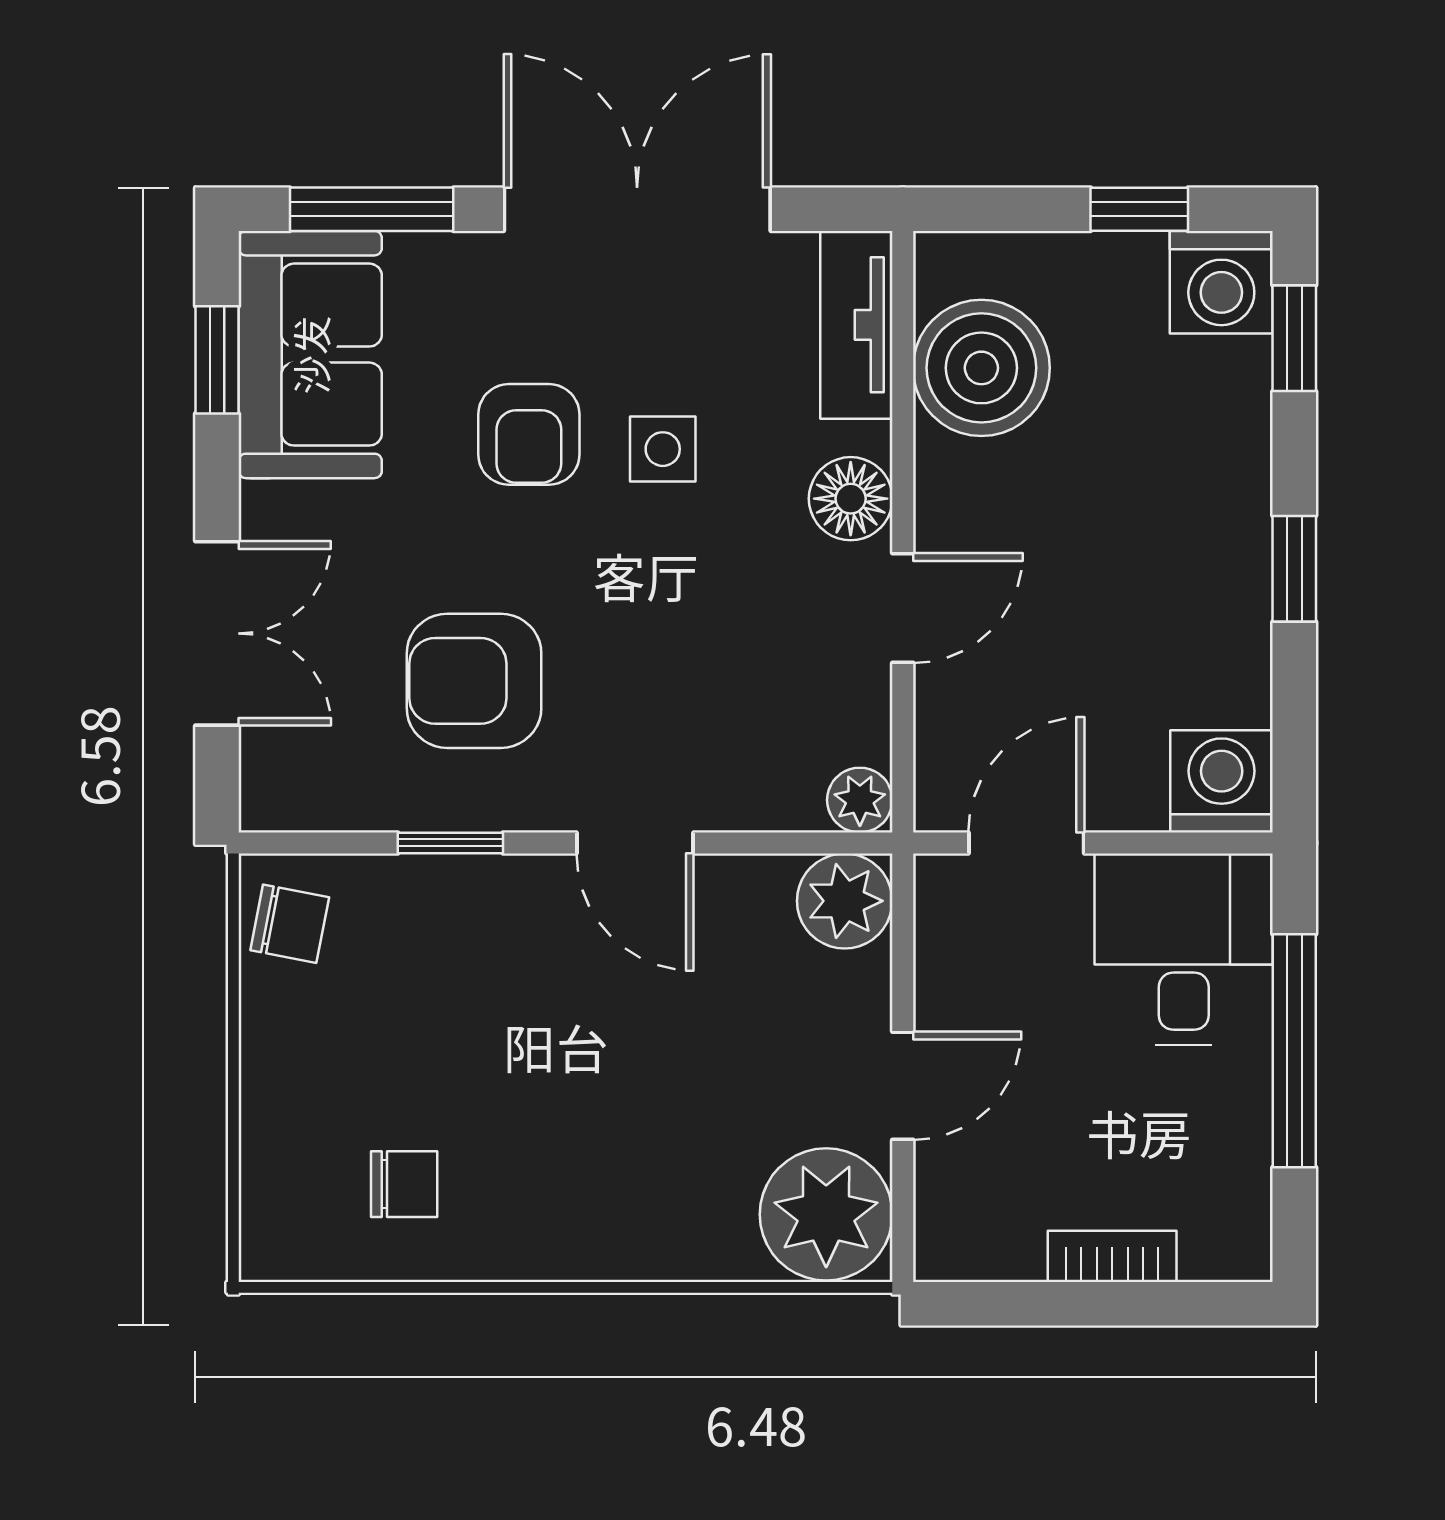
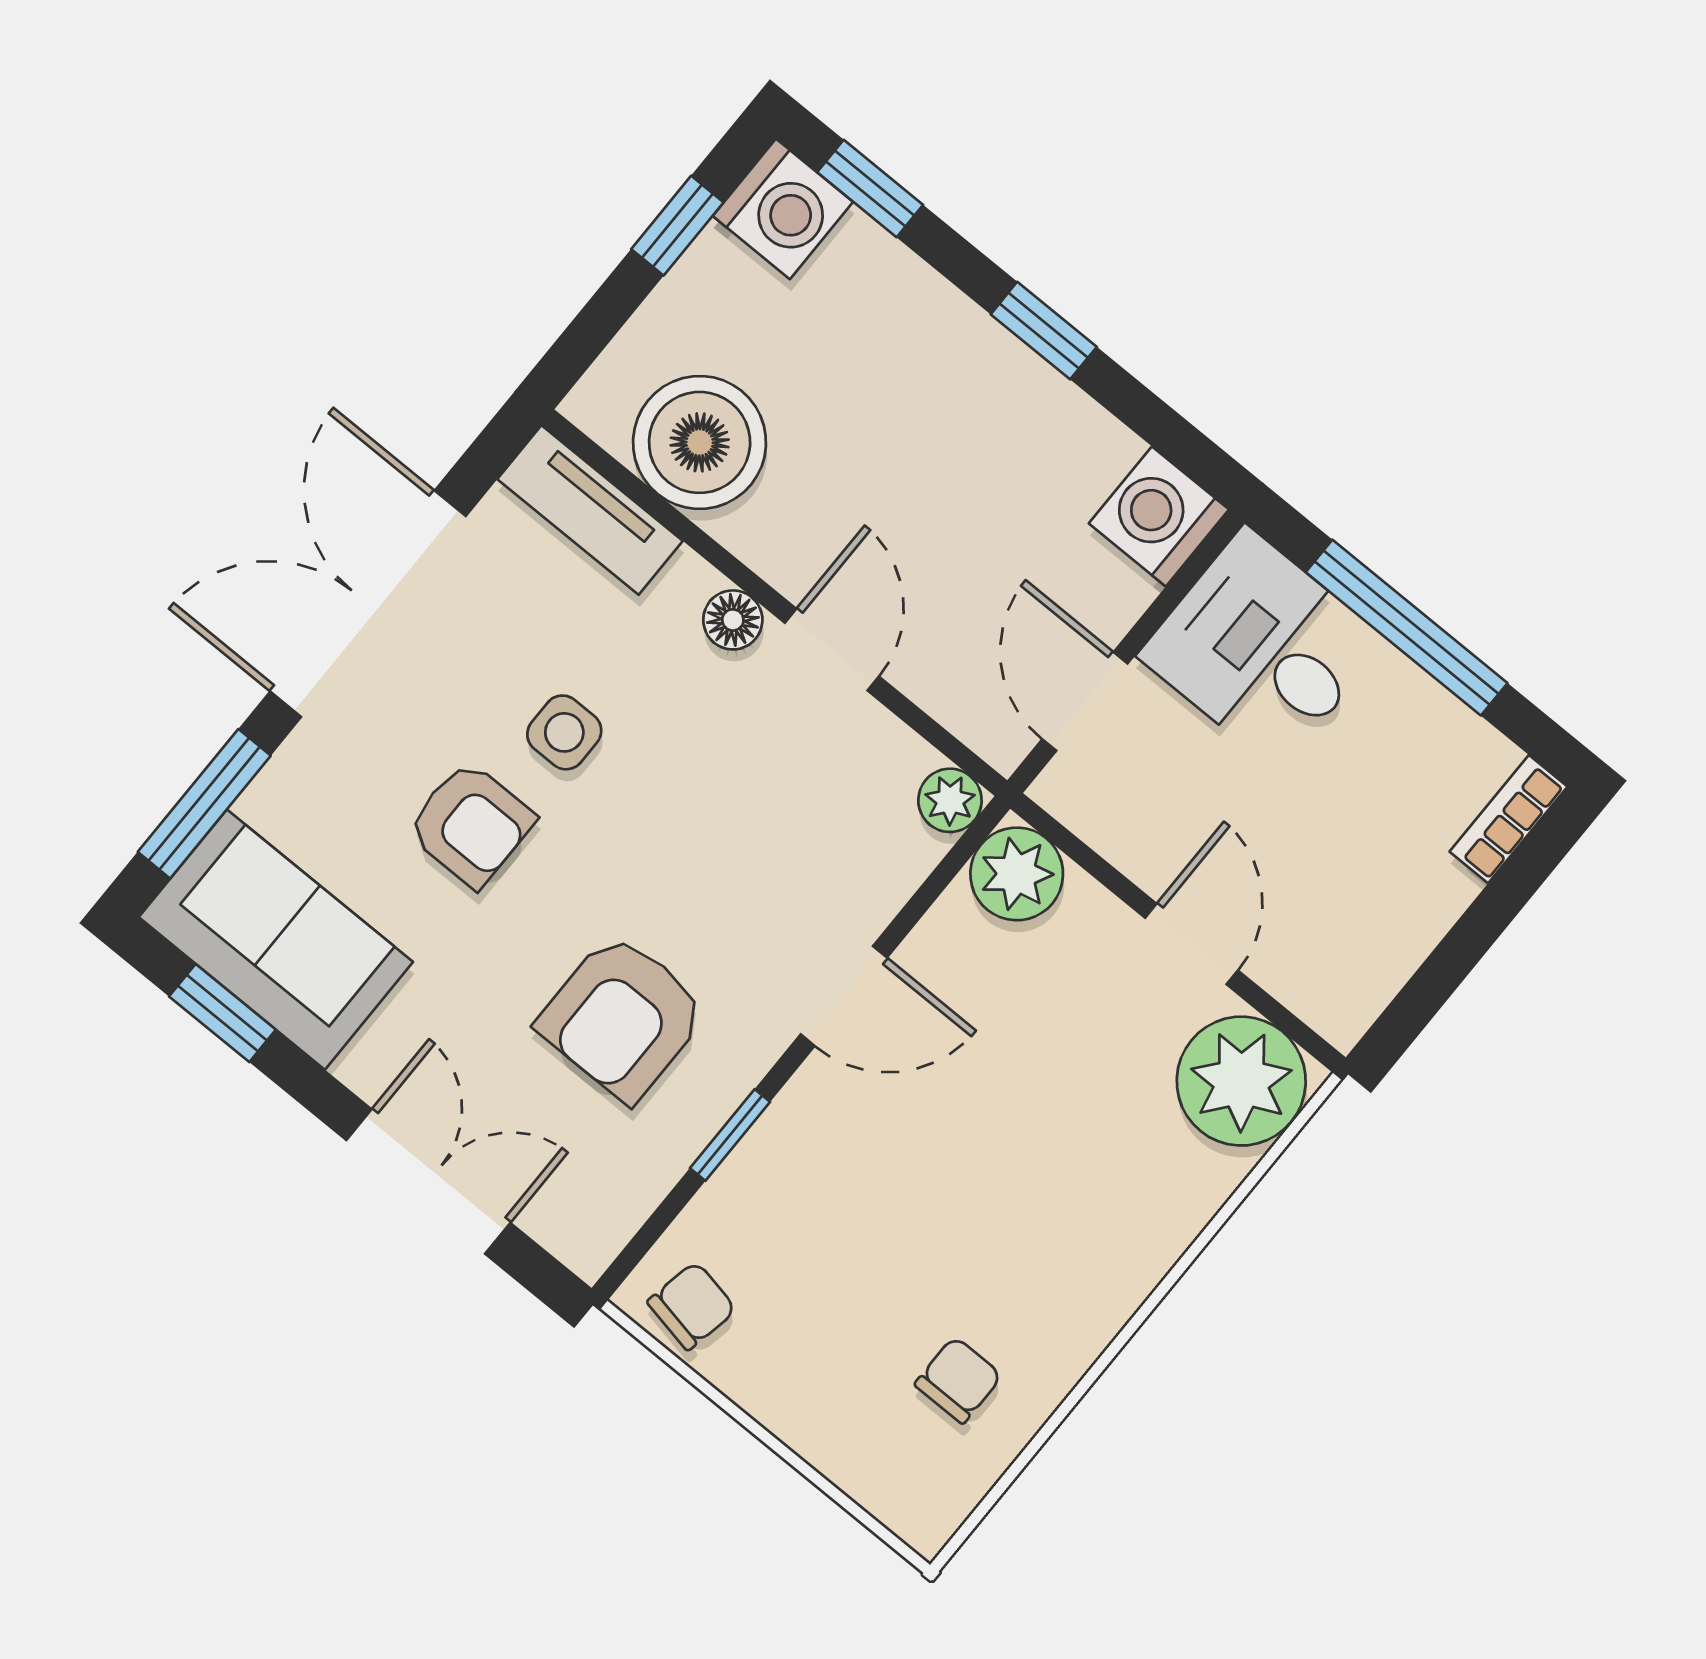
floor lamp: (851, 499) -> (733, 620), width x0.73, depth x0.73
bookcase: (1112, 1256) -> (1509, 819), moved

